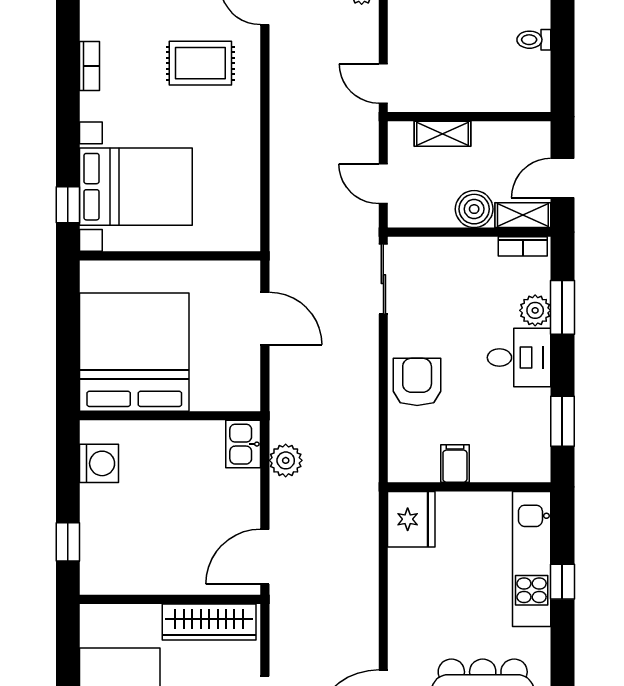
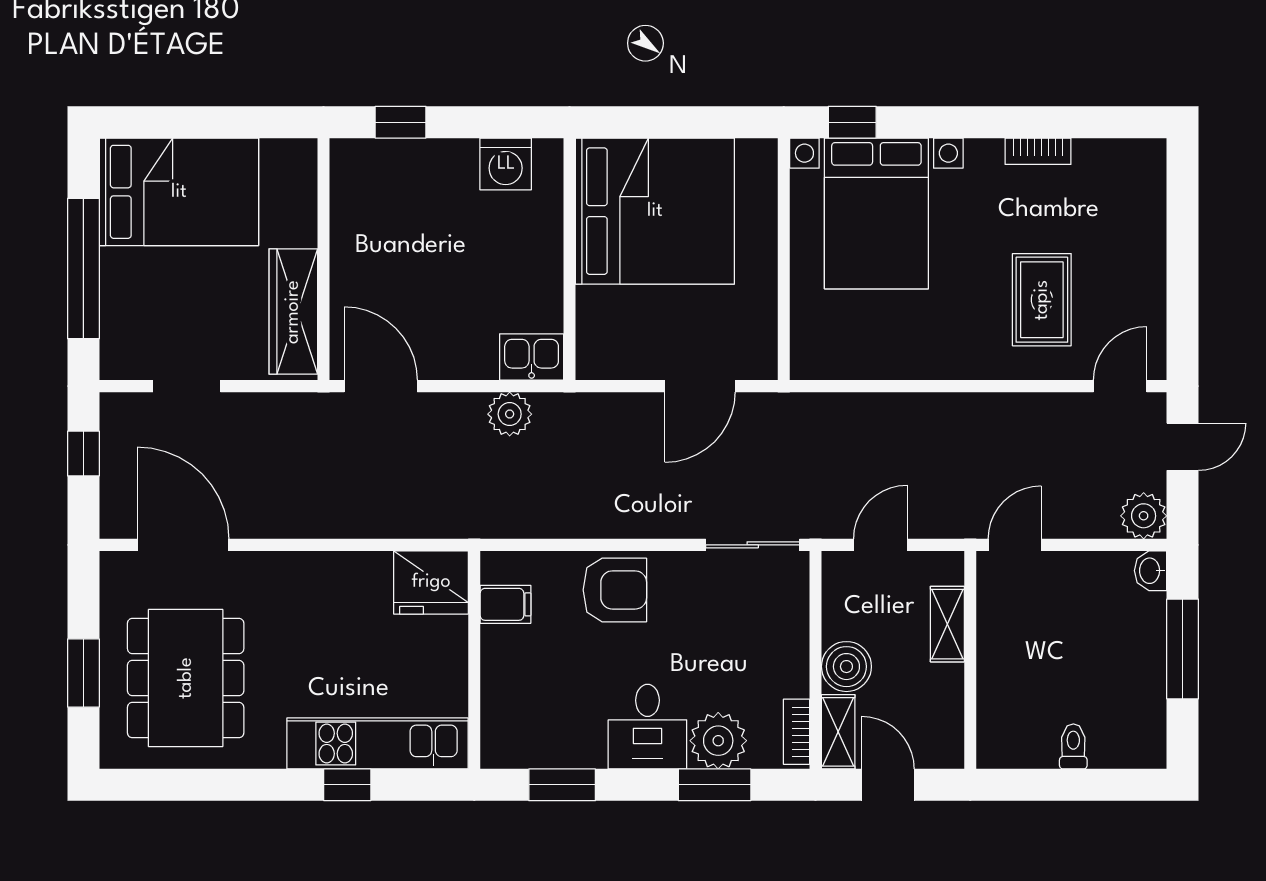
plant: (535, 310) -> (718, 741), width x1.36, depth x1.36
filing cabinet: (455, 463) -> (506, 604), moved

